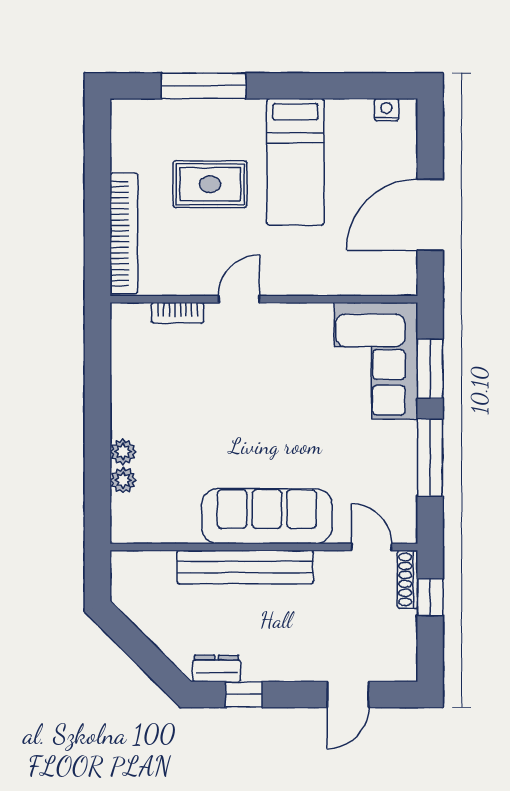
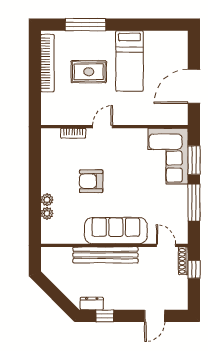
nightstand: (386, 110) -> (173, 36), removed
bookcase: (124, 233) -> (47, 63), moved
armchair: (215, 413) -> (91, 181), added

